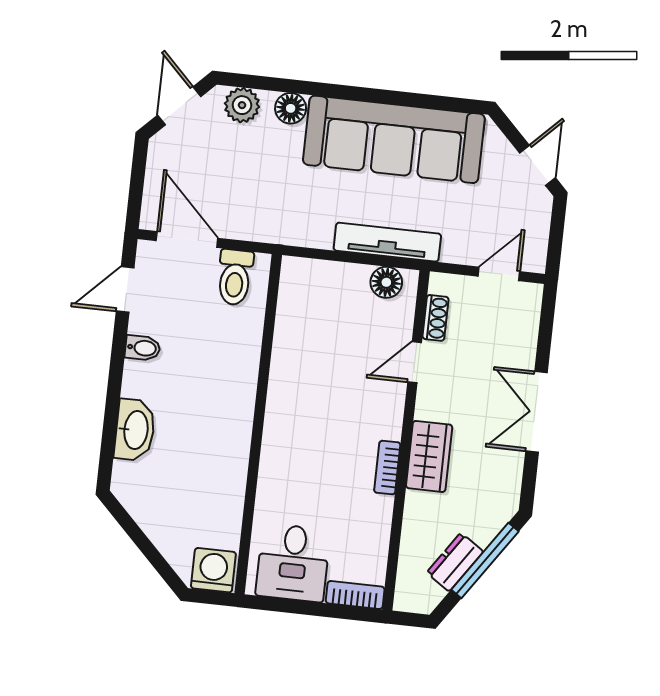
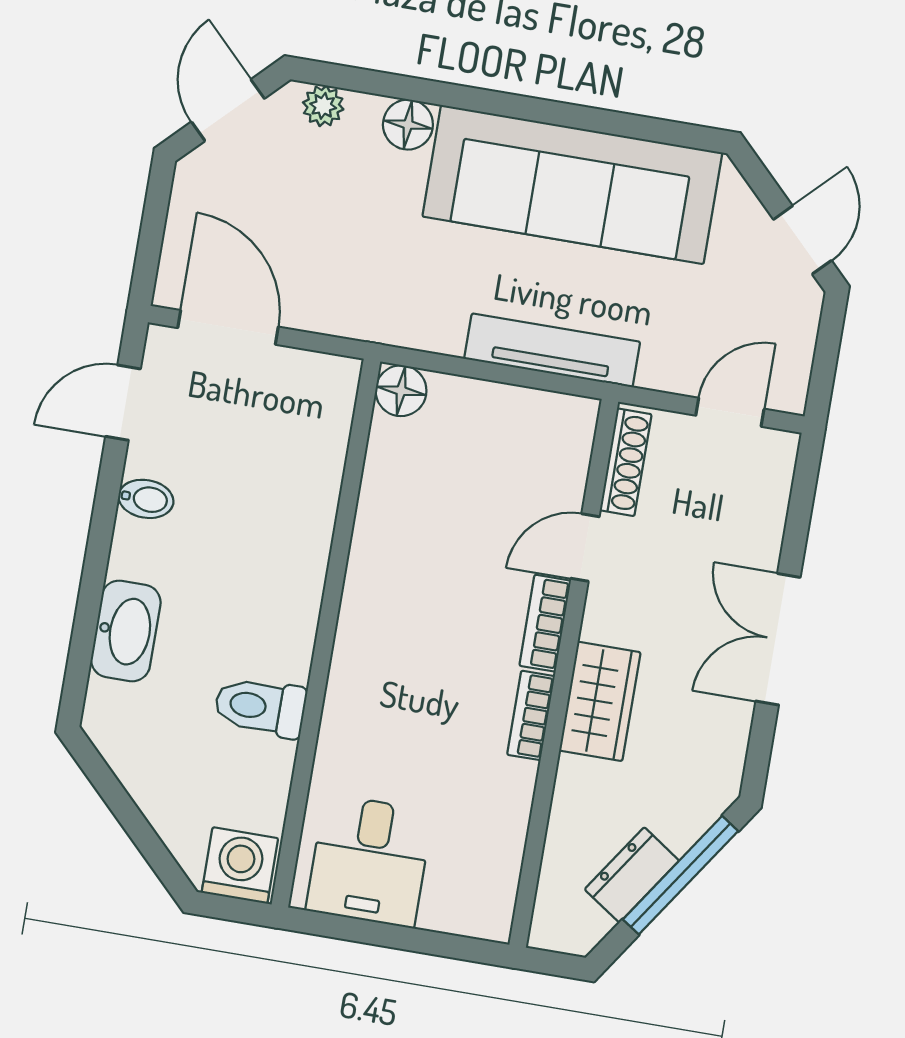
plant: (242, 105) -> (323, 106), width x0.73, depth x0.73
toilet: (235, 277) -> (260, 707), moved, turned 90
floor lamp: (386, 282) -> (401, 391), moved
shoe rack: (435, 318) -> (626, 462), width x1.43
bookcase: (355, 595) -> (545, 623), moved, turned -90

